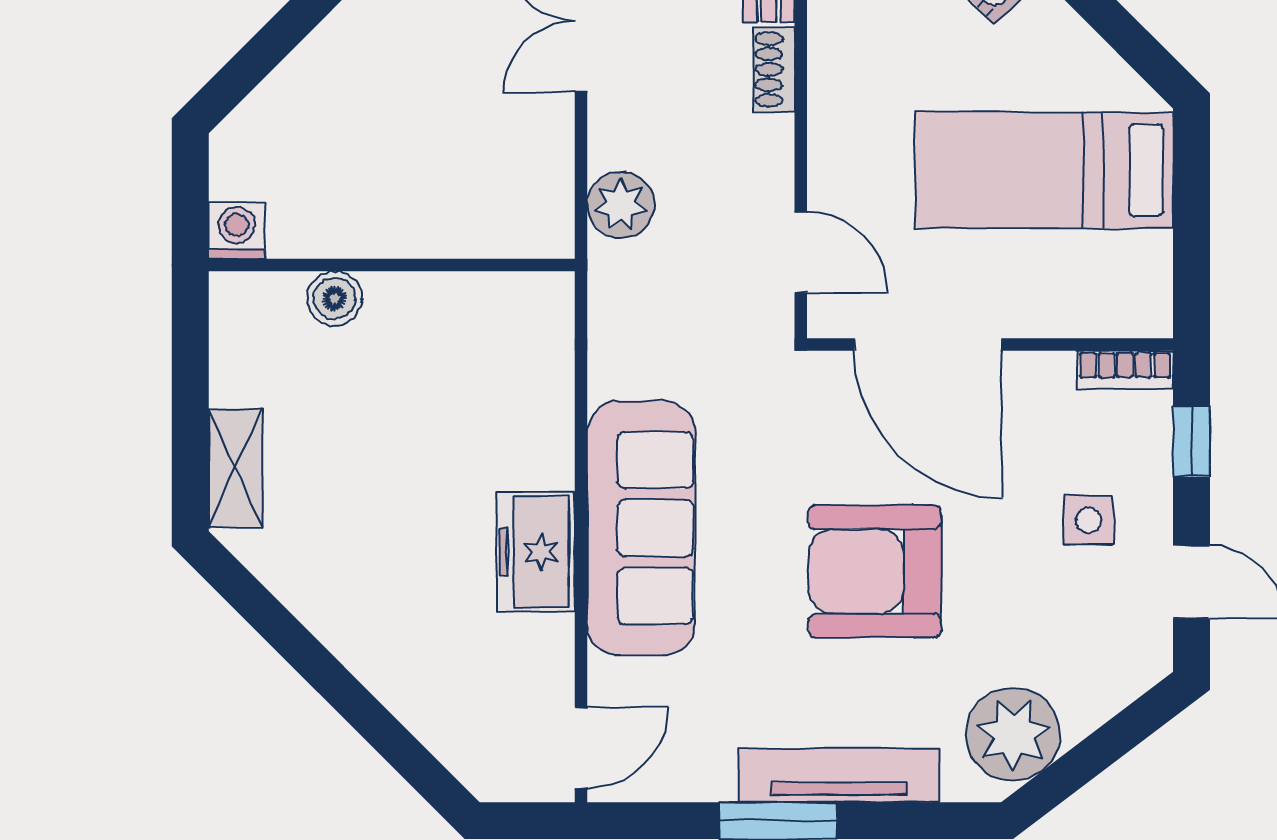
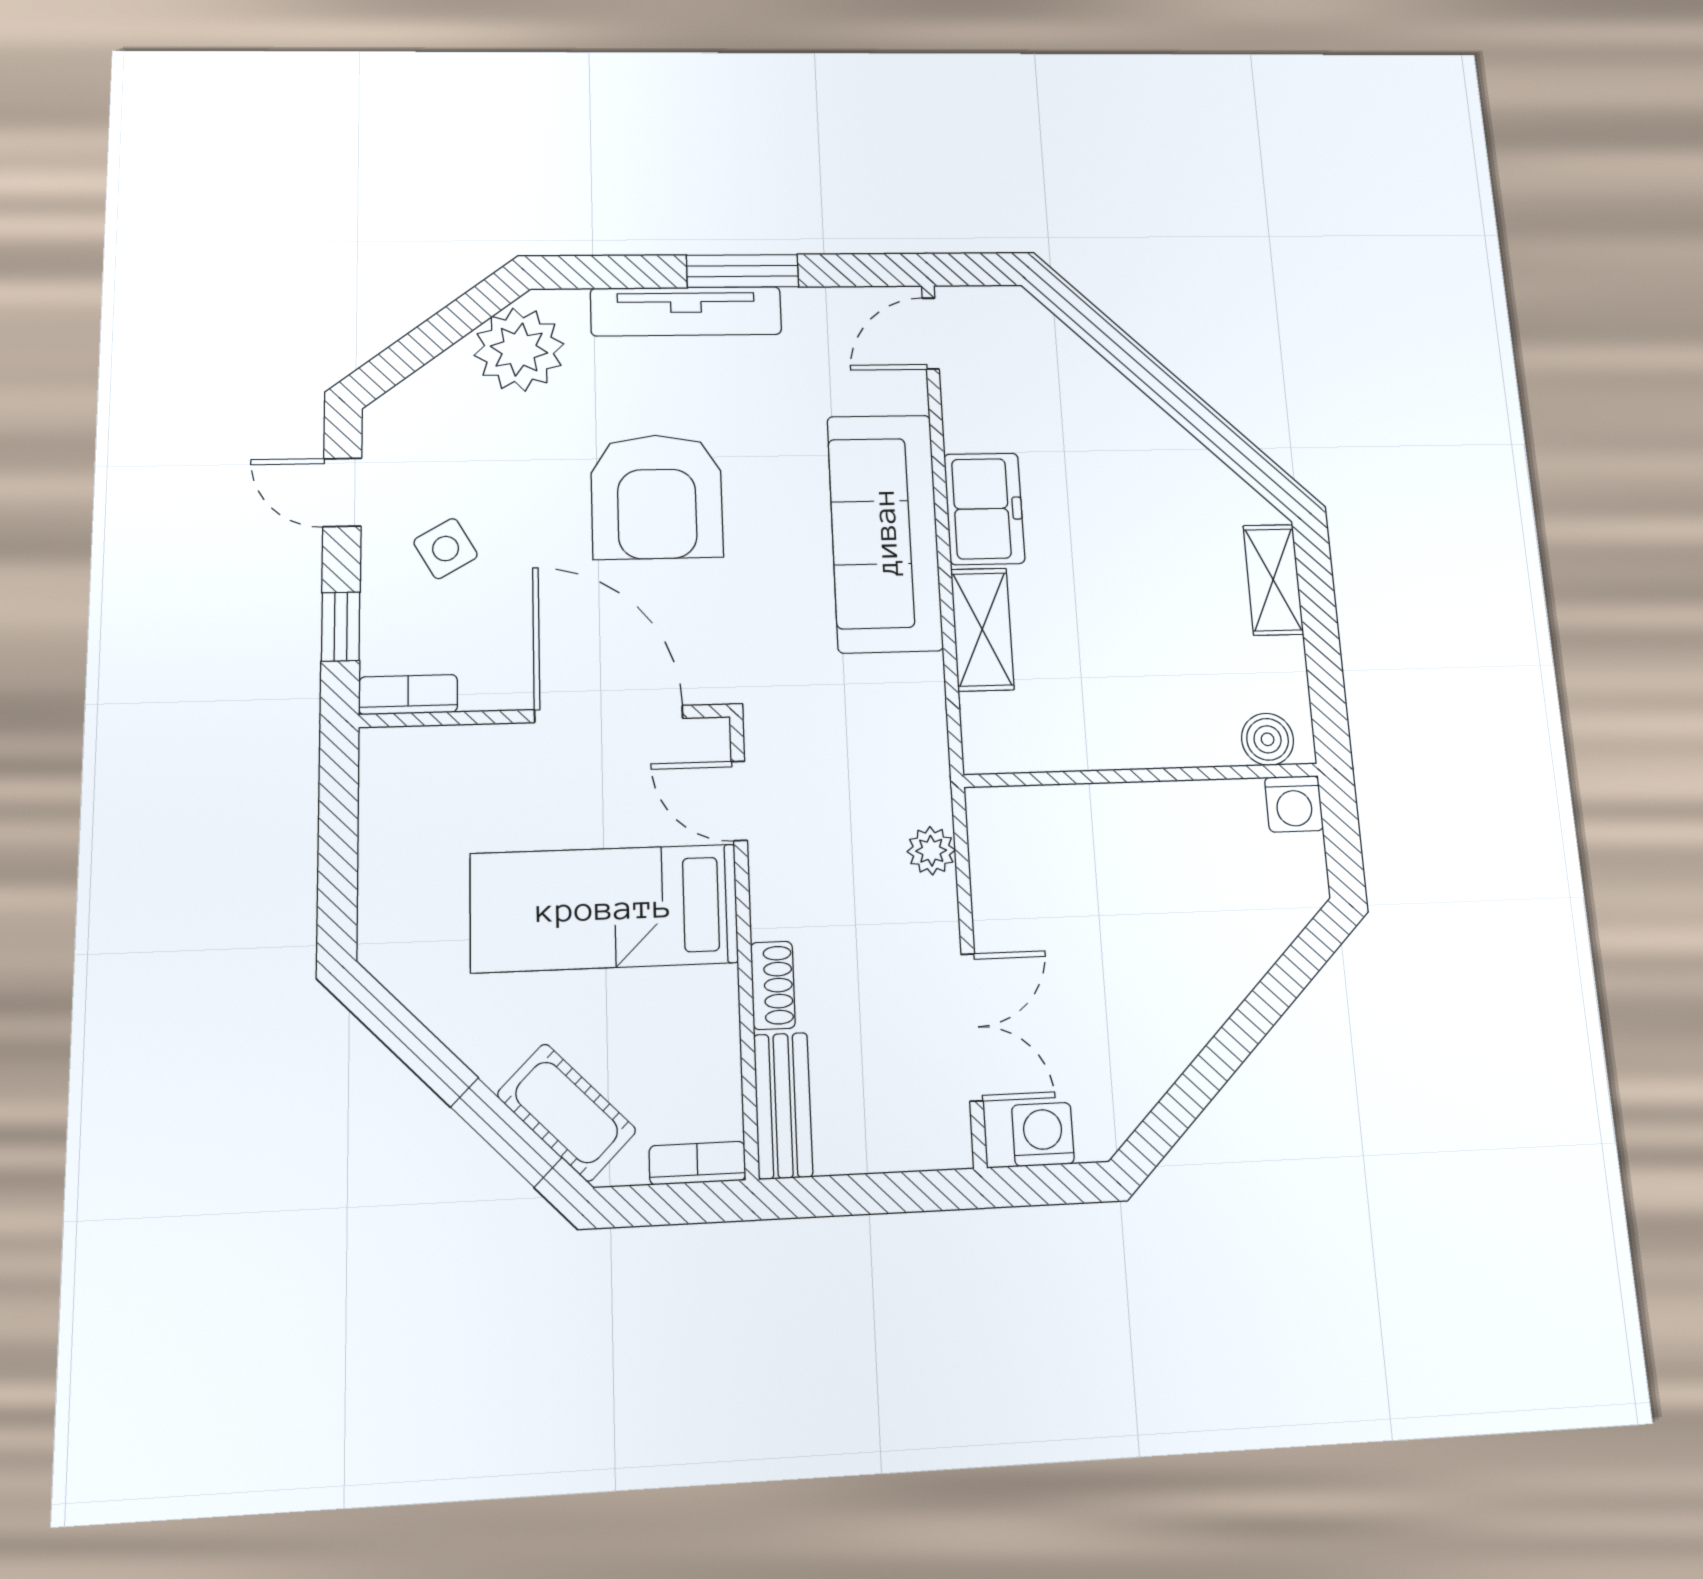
bed: (1044, 170) -> (604, 908), moved, turned 180
plant: (621, 205) -> (931, 851), width x0.73, depth x0.73
boiler: (334, 298) -> (1268, 739), moved
shelving: (546, 422) -> (982, 629), added
side table: (1088, 520) -> (446, 549), turned -30
armchair: (875, 571) -> (657, 497), turned 90

